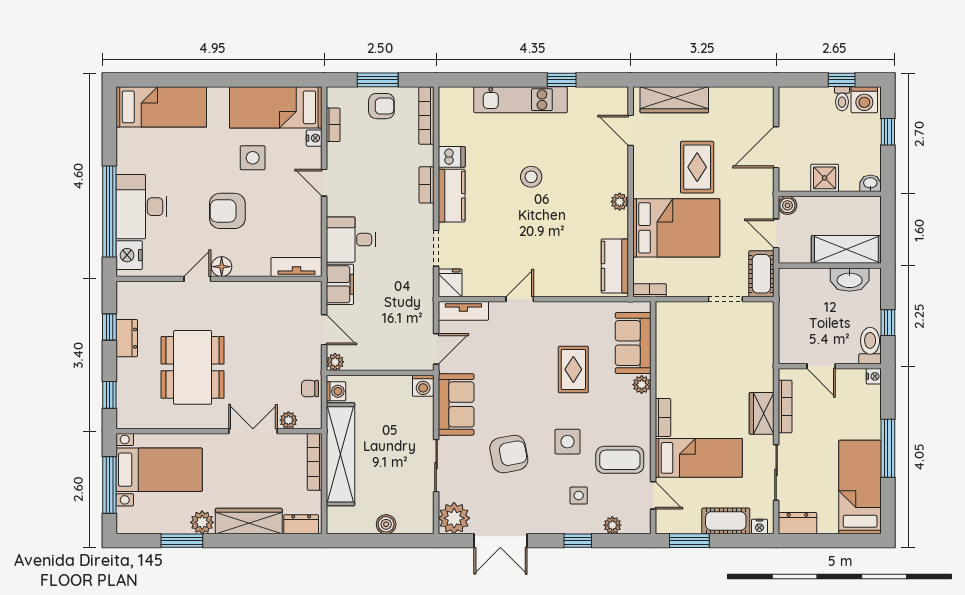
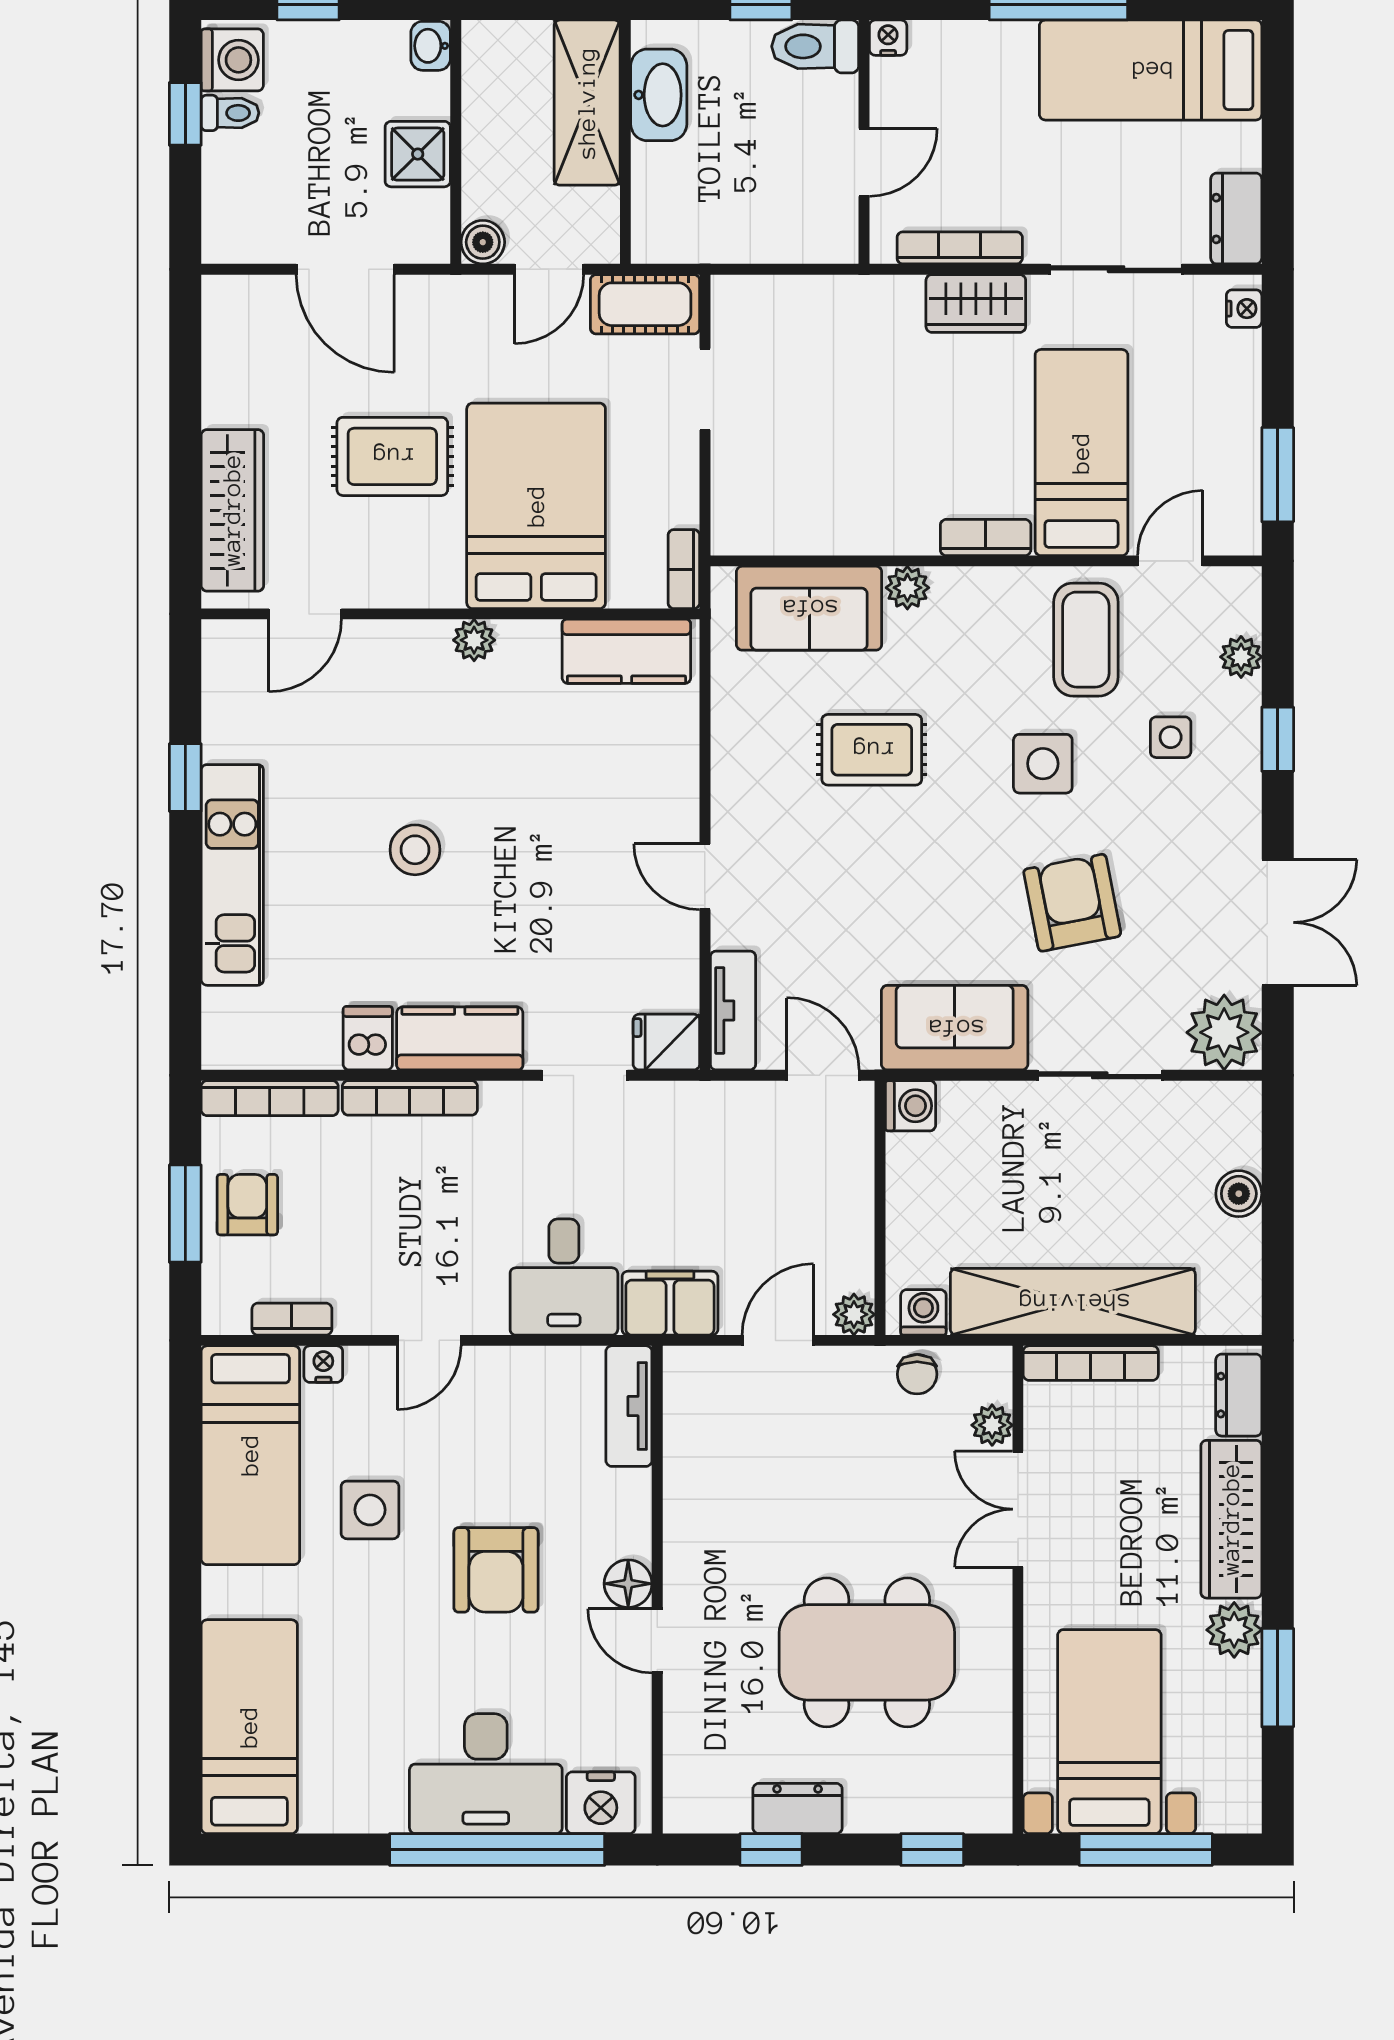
bookcase: (426, 185) -> (410, 1098), width x1.56
cot: (726, 521) -> (1231, 388), removed

